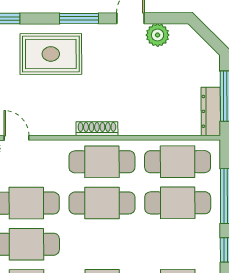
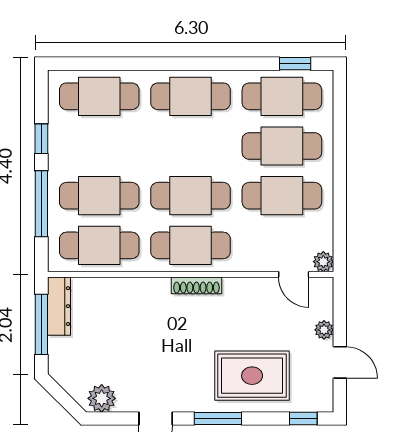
plant: (158, 35) -> (102, 398), moved

